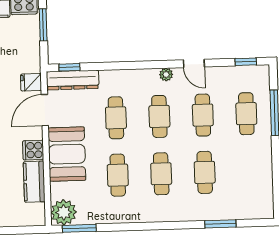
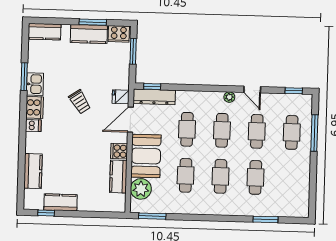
plant: (64, 212) -> (141, 189), moved

